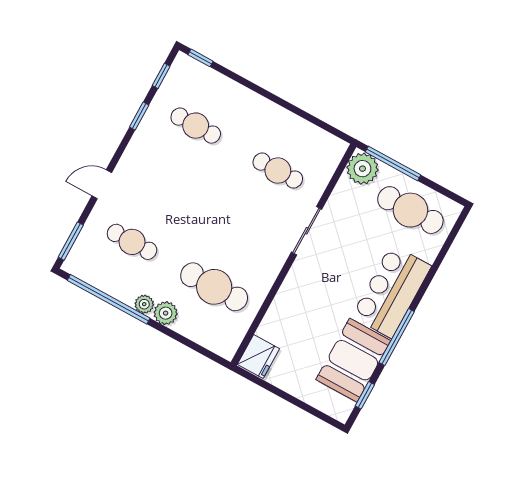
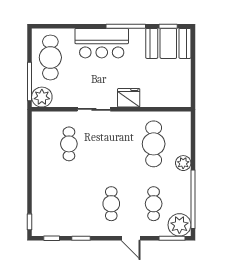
cafe table: (196, 126) -> (111, 204), moved
plant: (144, 304) -> (179, 225), moved, width x1.87, depth x1.87
fridge: (258, 356) -> (129, 98), moved
booth: (353, 360) -> (168, 43), moved

